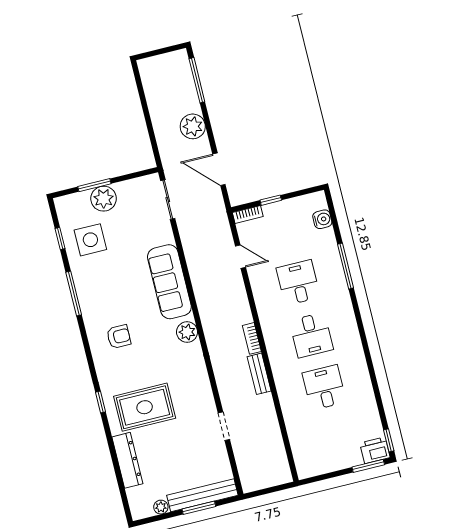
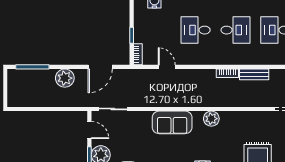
door: (132, 176) -> (89, 130), added
door: (241, 257) -> (167, 67), hinge flipped
sofa: (169, 282) -> (172, 122), width x0.73

